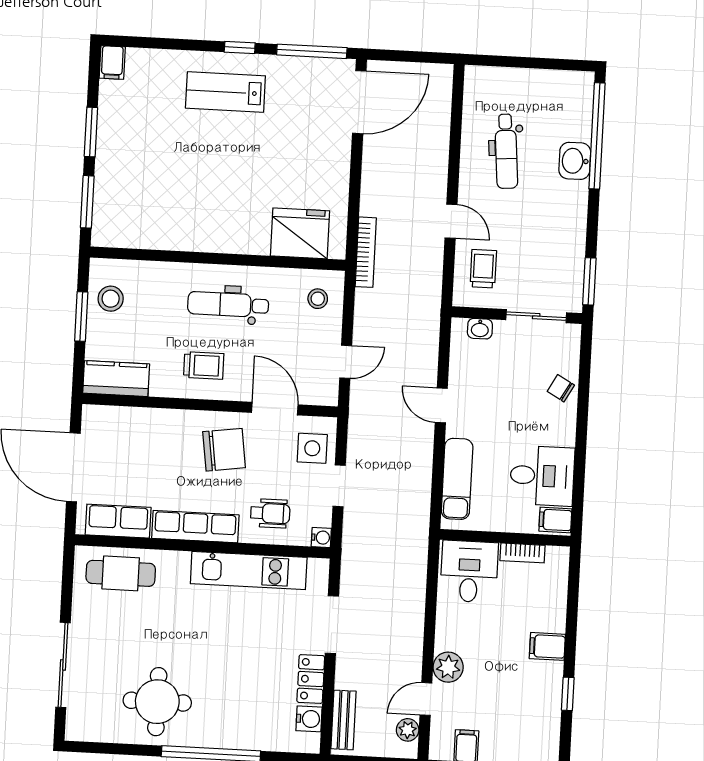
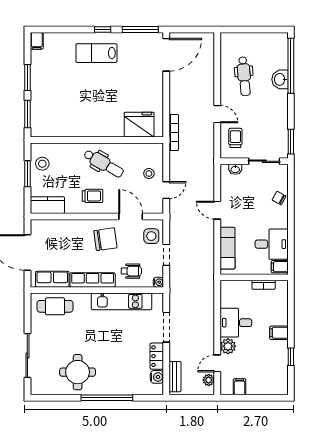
stool: (318, 299) -> (149, 173), moved
dental chair: (228, 304) -> (104, 164), turned -150
desk: (469, 572) -> (236, 323), moved, turned -90

